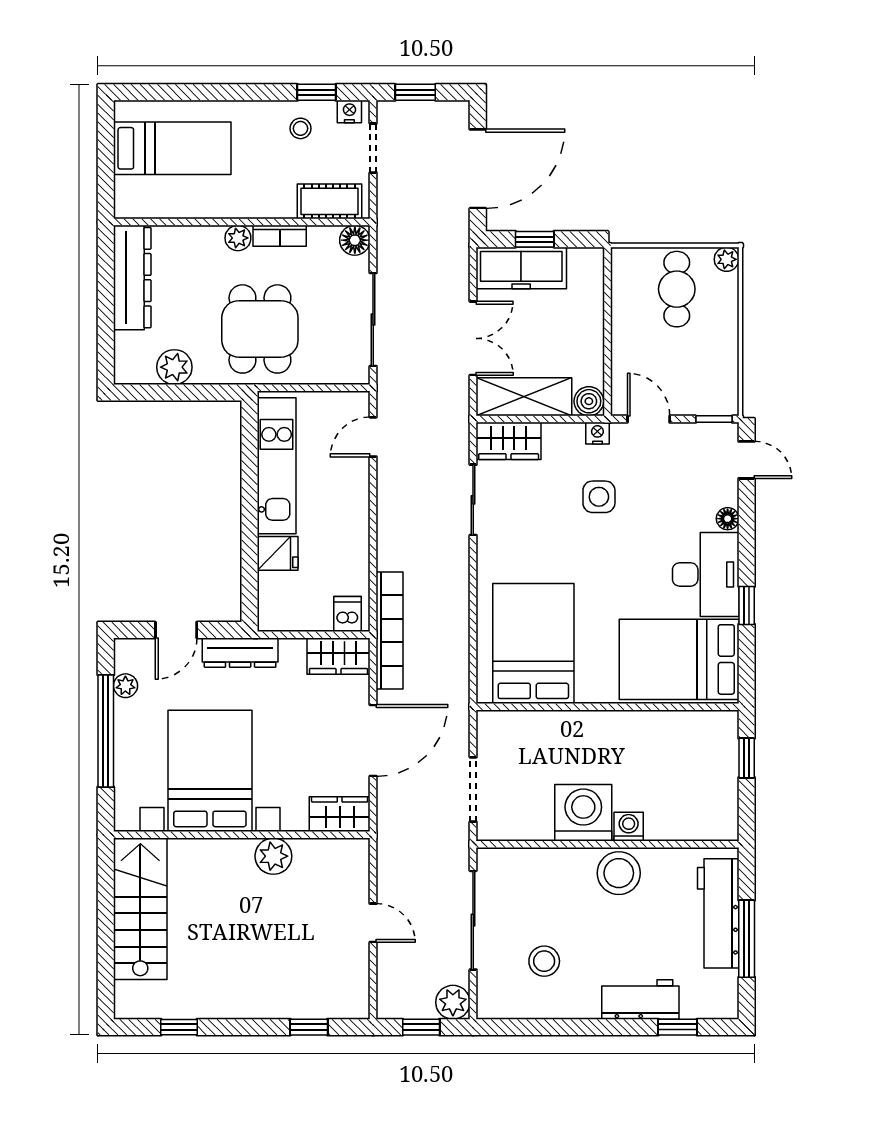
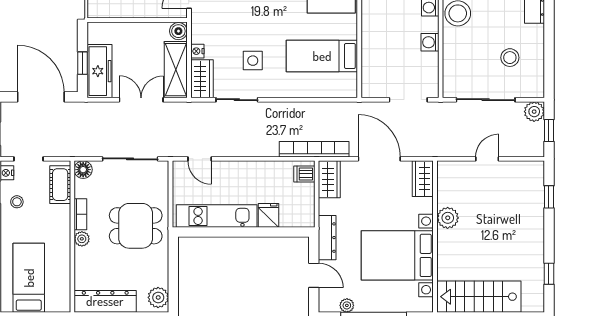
plant: (174, 367) -> (158, 297), moved
nightstand: (597, 433) -> (197, 51), moved
side table: (599, 497) -> (253, 61), moved
bed: (533, 643) -> (322, 56), width x0.67
washing machine: (583, 813) -> (430, 42), width x0.53, depth x0.53

